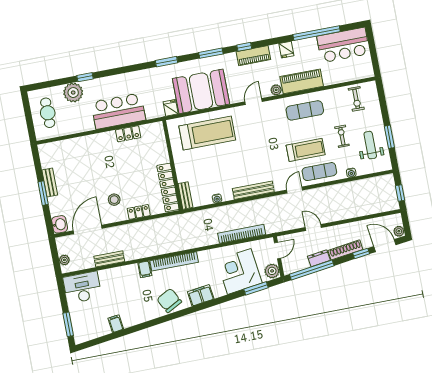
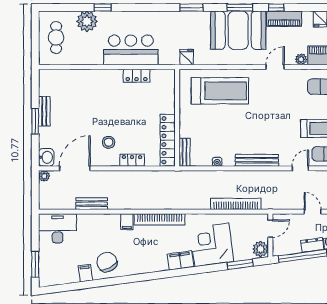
booth: (201, 91) -> (238, 30), moved
plant: (64, 260) -> (44, 176), moved
corner desk: (239, 271) -> (212, 245), moved
chair: (169, 300) -> (107, 262), moved

